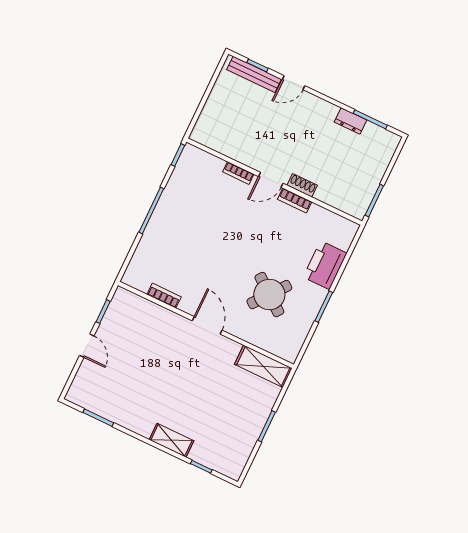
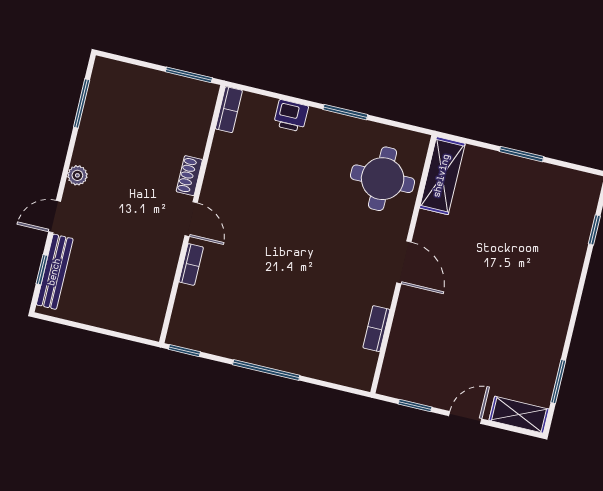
door: (293, 83) -> (55, 217), swing flipped
plant: (320, 105) -> (77, 175), added
dresser: (351, 121) -> (89, 129), removed
bookcase: (295, 201) -> (229, 110), moved
printer: (325, 265) -> (291, 116), width x0.53, depth x0.68
round table: (269, 295) -> (383, 179), moved, turned -38
door: (207, 325) -> (404, 262), swing flipped
shelving: (171, 440) -> (519, 415), moved, turned 90

